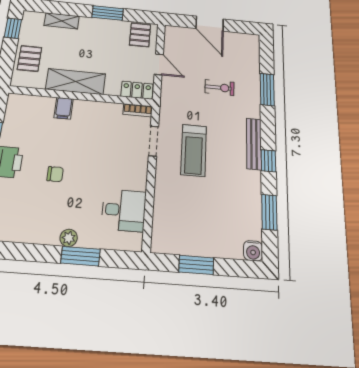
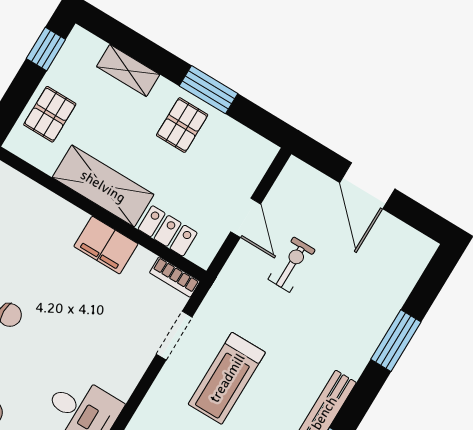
pallet: (140, 35) -> (182, 125), moved
exercise bike: (220, 88) -> (292, 265), moved, turned -90
locker: (137, 90) -> (168, 231), moved
filing cabinet: (64, 108) -> (106, 245), moved, width x2.00

